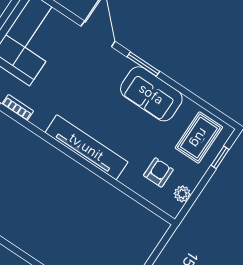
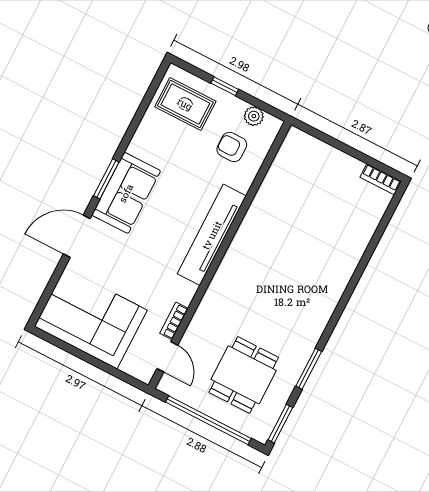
sofa: (151, 94) -> (126, 193), moved
window: (220, 157) -> (225, 86), moved

